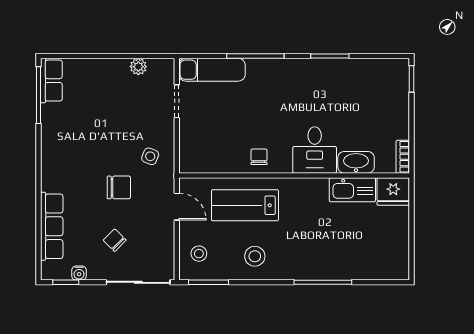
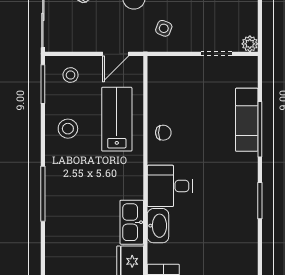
plant: (138, 67) -> (250, 44), moved
exam couch: (212, 70) -> (247, 120), moved

